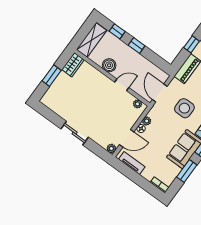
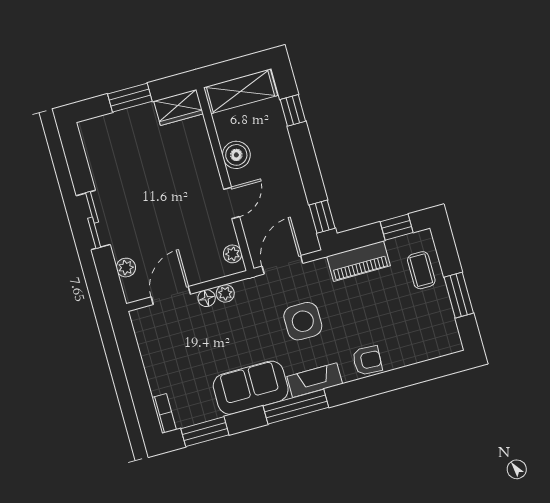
window: (137, 46) -> (322, 217), moved
door: (122, 85) -> (232, 203), hinge flipped
door: (127, 138) -> (171, 296), swing flipped
plant: (111, 149) -> (126, 268), moved
tv unit: (132, 163) -> (147, 342), removed
window: (187, 171) -> (205, 432), moved

